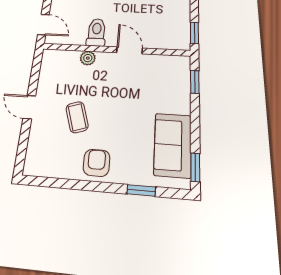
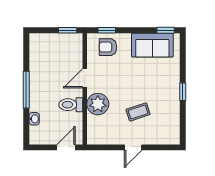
plant: (88, 58) -> (98, 104), width x1.88, depth x1.88
armchair: (97, 163) -> (108, 47), moved
window: (141, 190) -> (183, 92), moved

